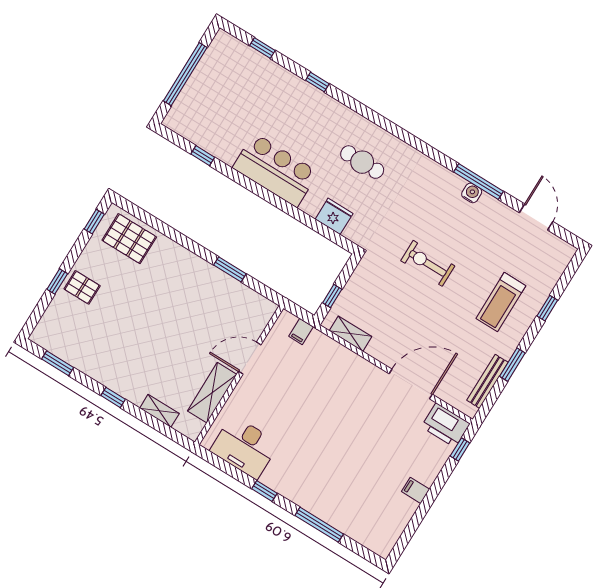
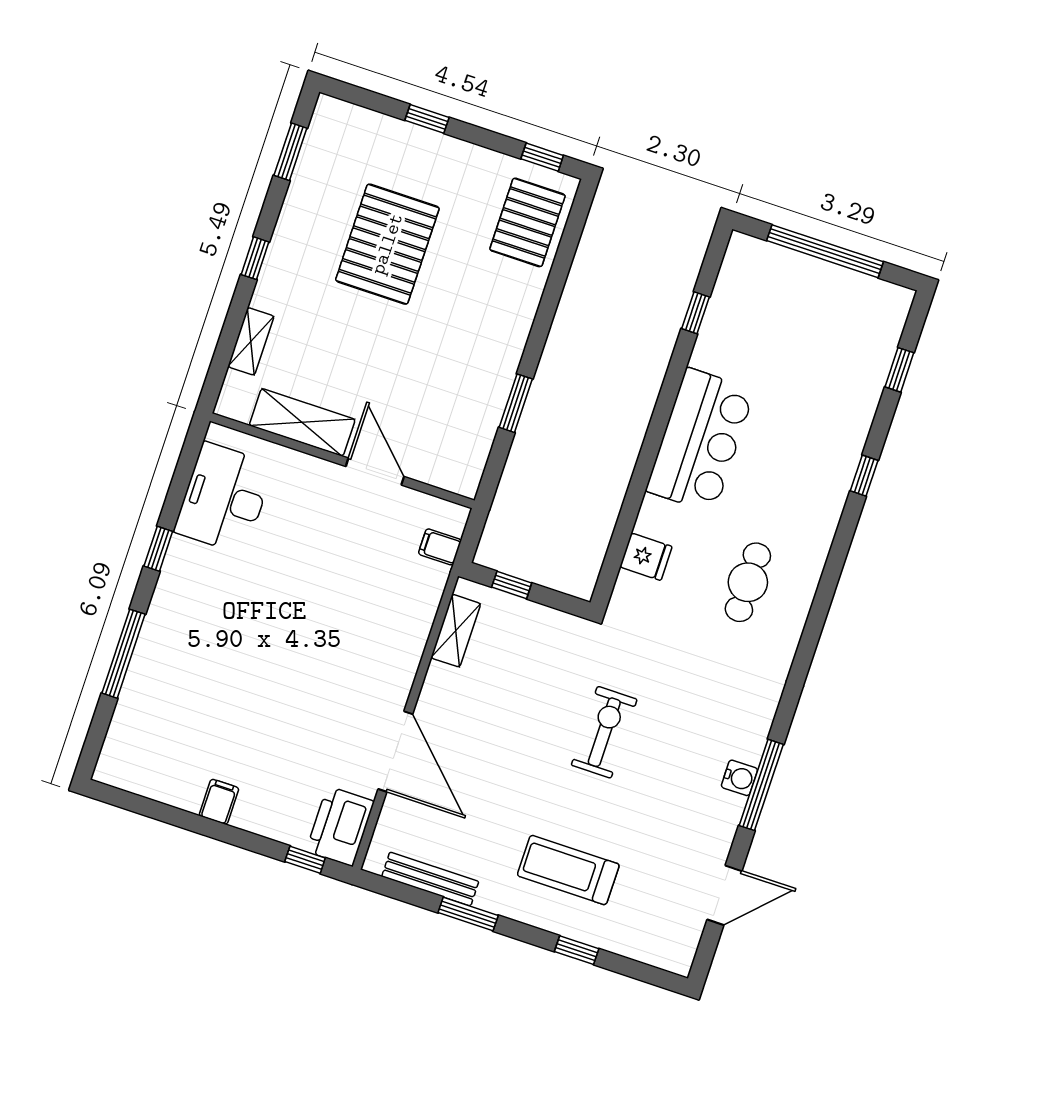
fridge: (334, 216) -> (646, 557), width x0.72
pallet: (82, 287) -> (387, 244), moved, width x2.05, depth x2.00

